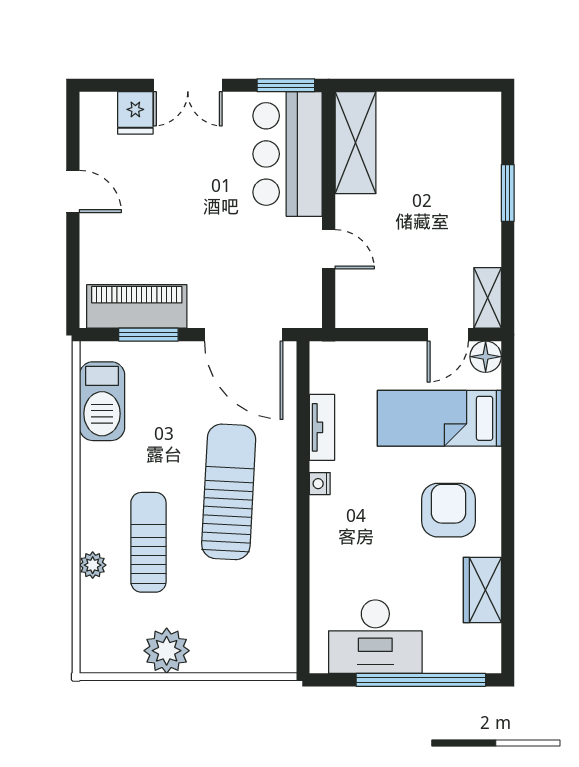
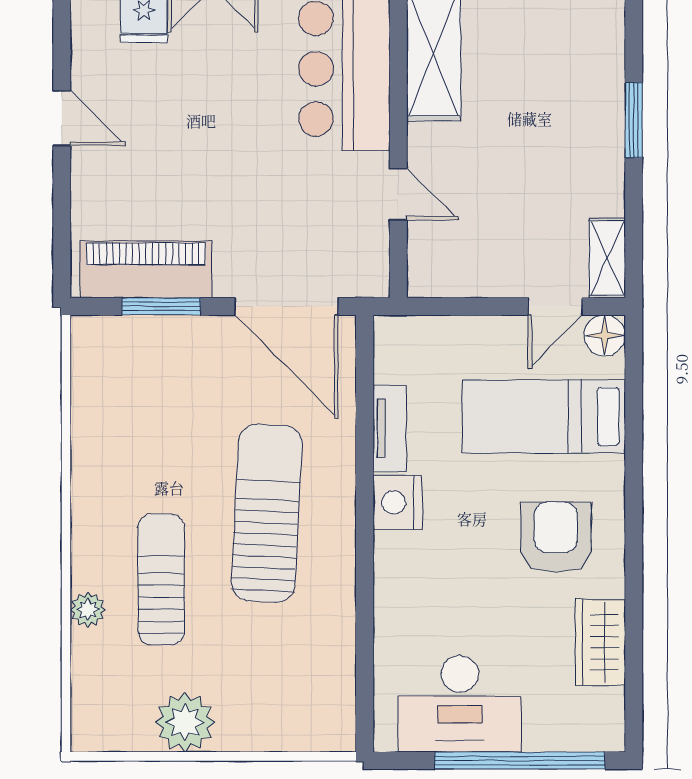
barbecue: (102, 401) -> (100, 394), removed
nightstand: (320, 484) -> (397, 502), width x1.89, depth x1.79

